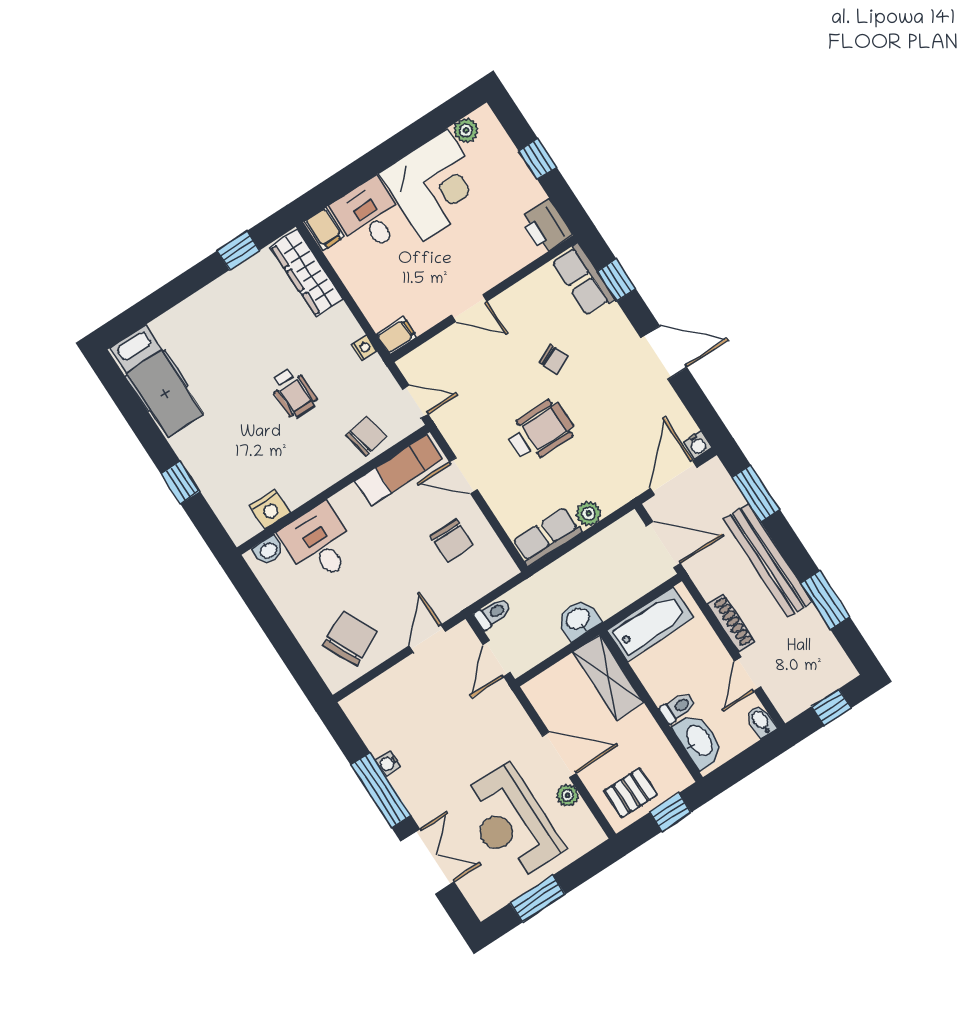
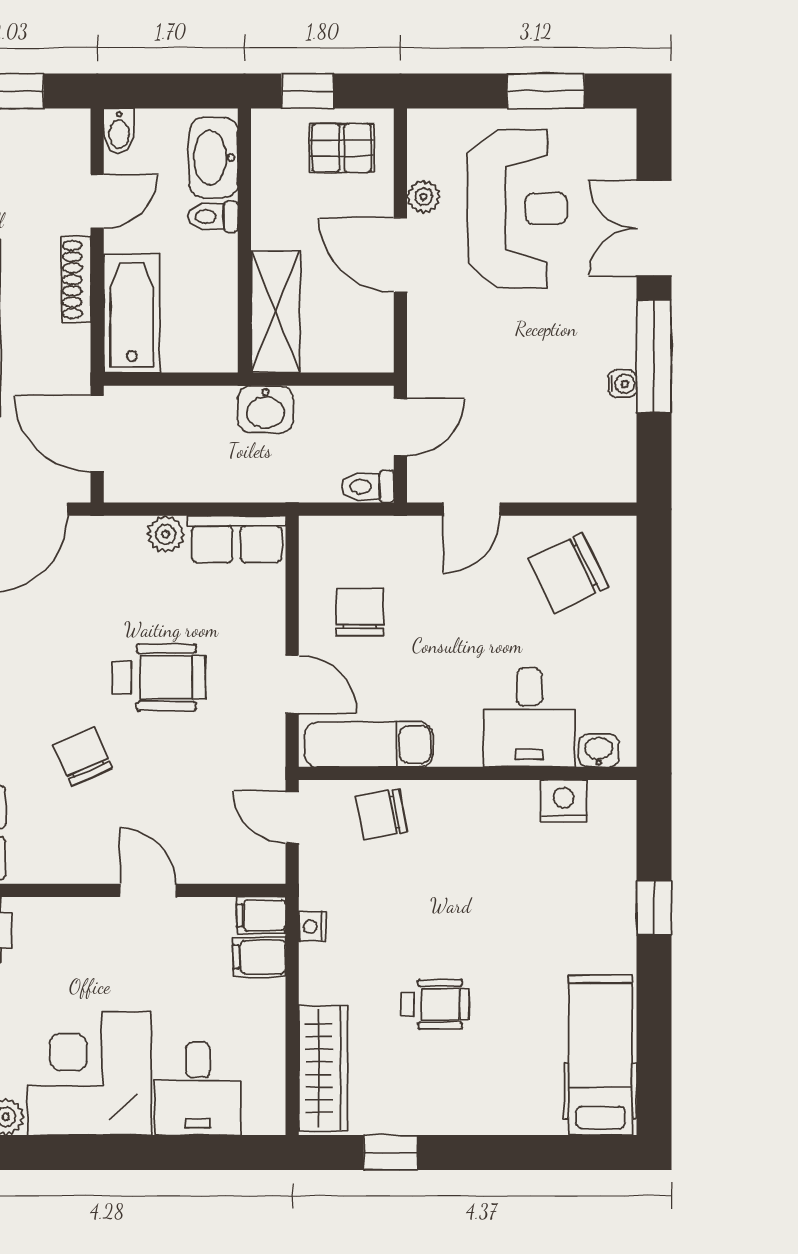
filing cabinet: (325, 229) -> (259, 957), moved, turned -90
chair: (554, 359) -> (83, 756), width x1.37, depth x1.37
wheelchair: (294, 393) -> (435, 1004), moved, turned 90
wheelchair: (540, 431) -> (159, 677), turned 180
bathtub: (650, 624) -> (132, 313), moved, turned 90

